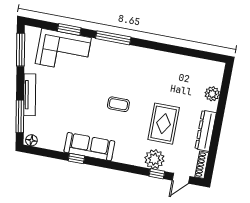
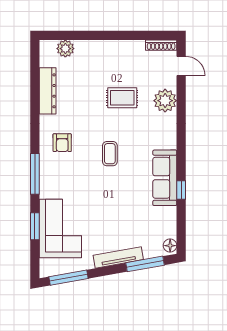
armchair: (135, 66) -> (62, 143), added
plant: (212, 94) -> (65, 49), moved
rug: (164, 124) -> (122, 98), width x0.73, depth x0.70
dresser: (206, 131) -> (48, 91), moved, turned -90
window: (157, 174) -> (181, 95), removed

